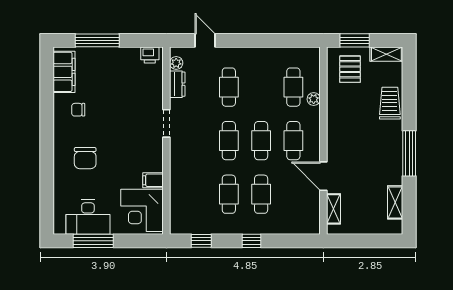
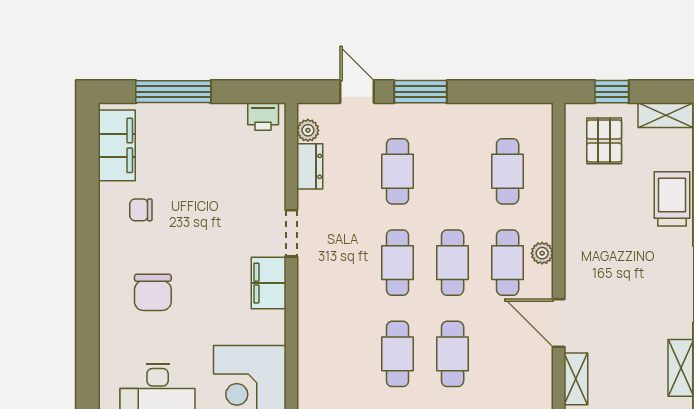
window: (242, 40) -> (420, 92), added
window: (355, 40) -> (612, 92), width x0.67
plant: (314, 99) -> (542, 253), moved
filing cabinet: (153, 180) -> (269, 283), moved, width x2.00

